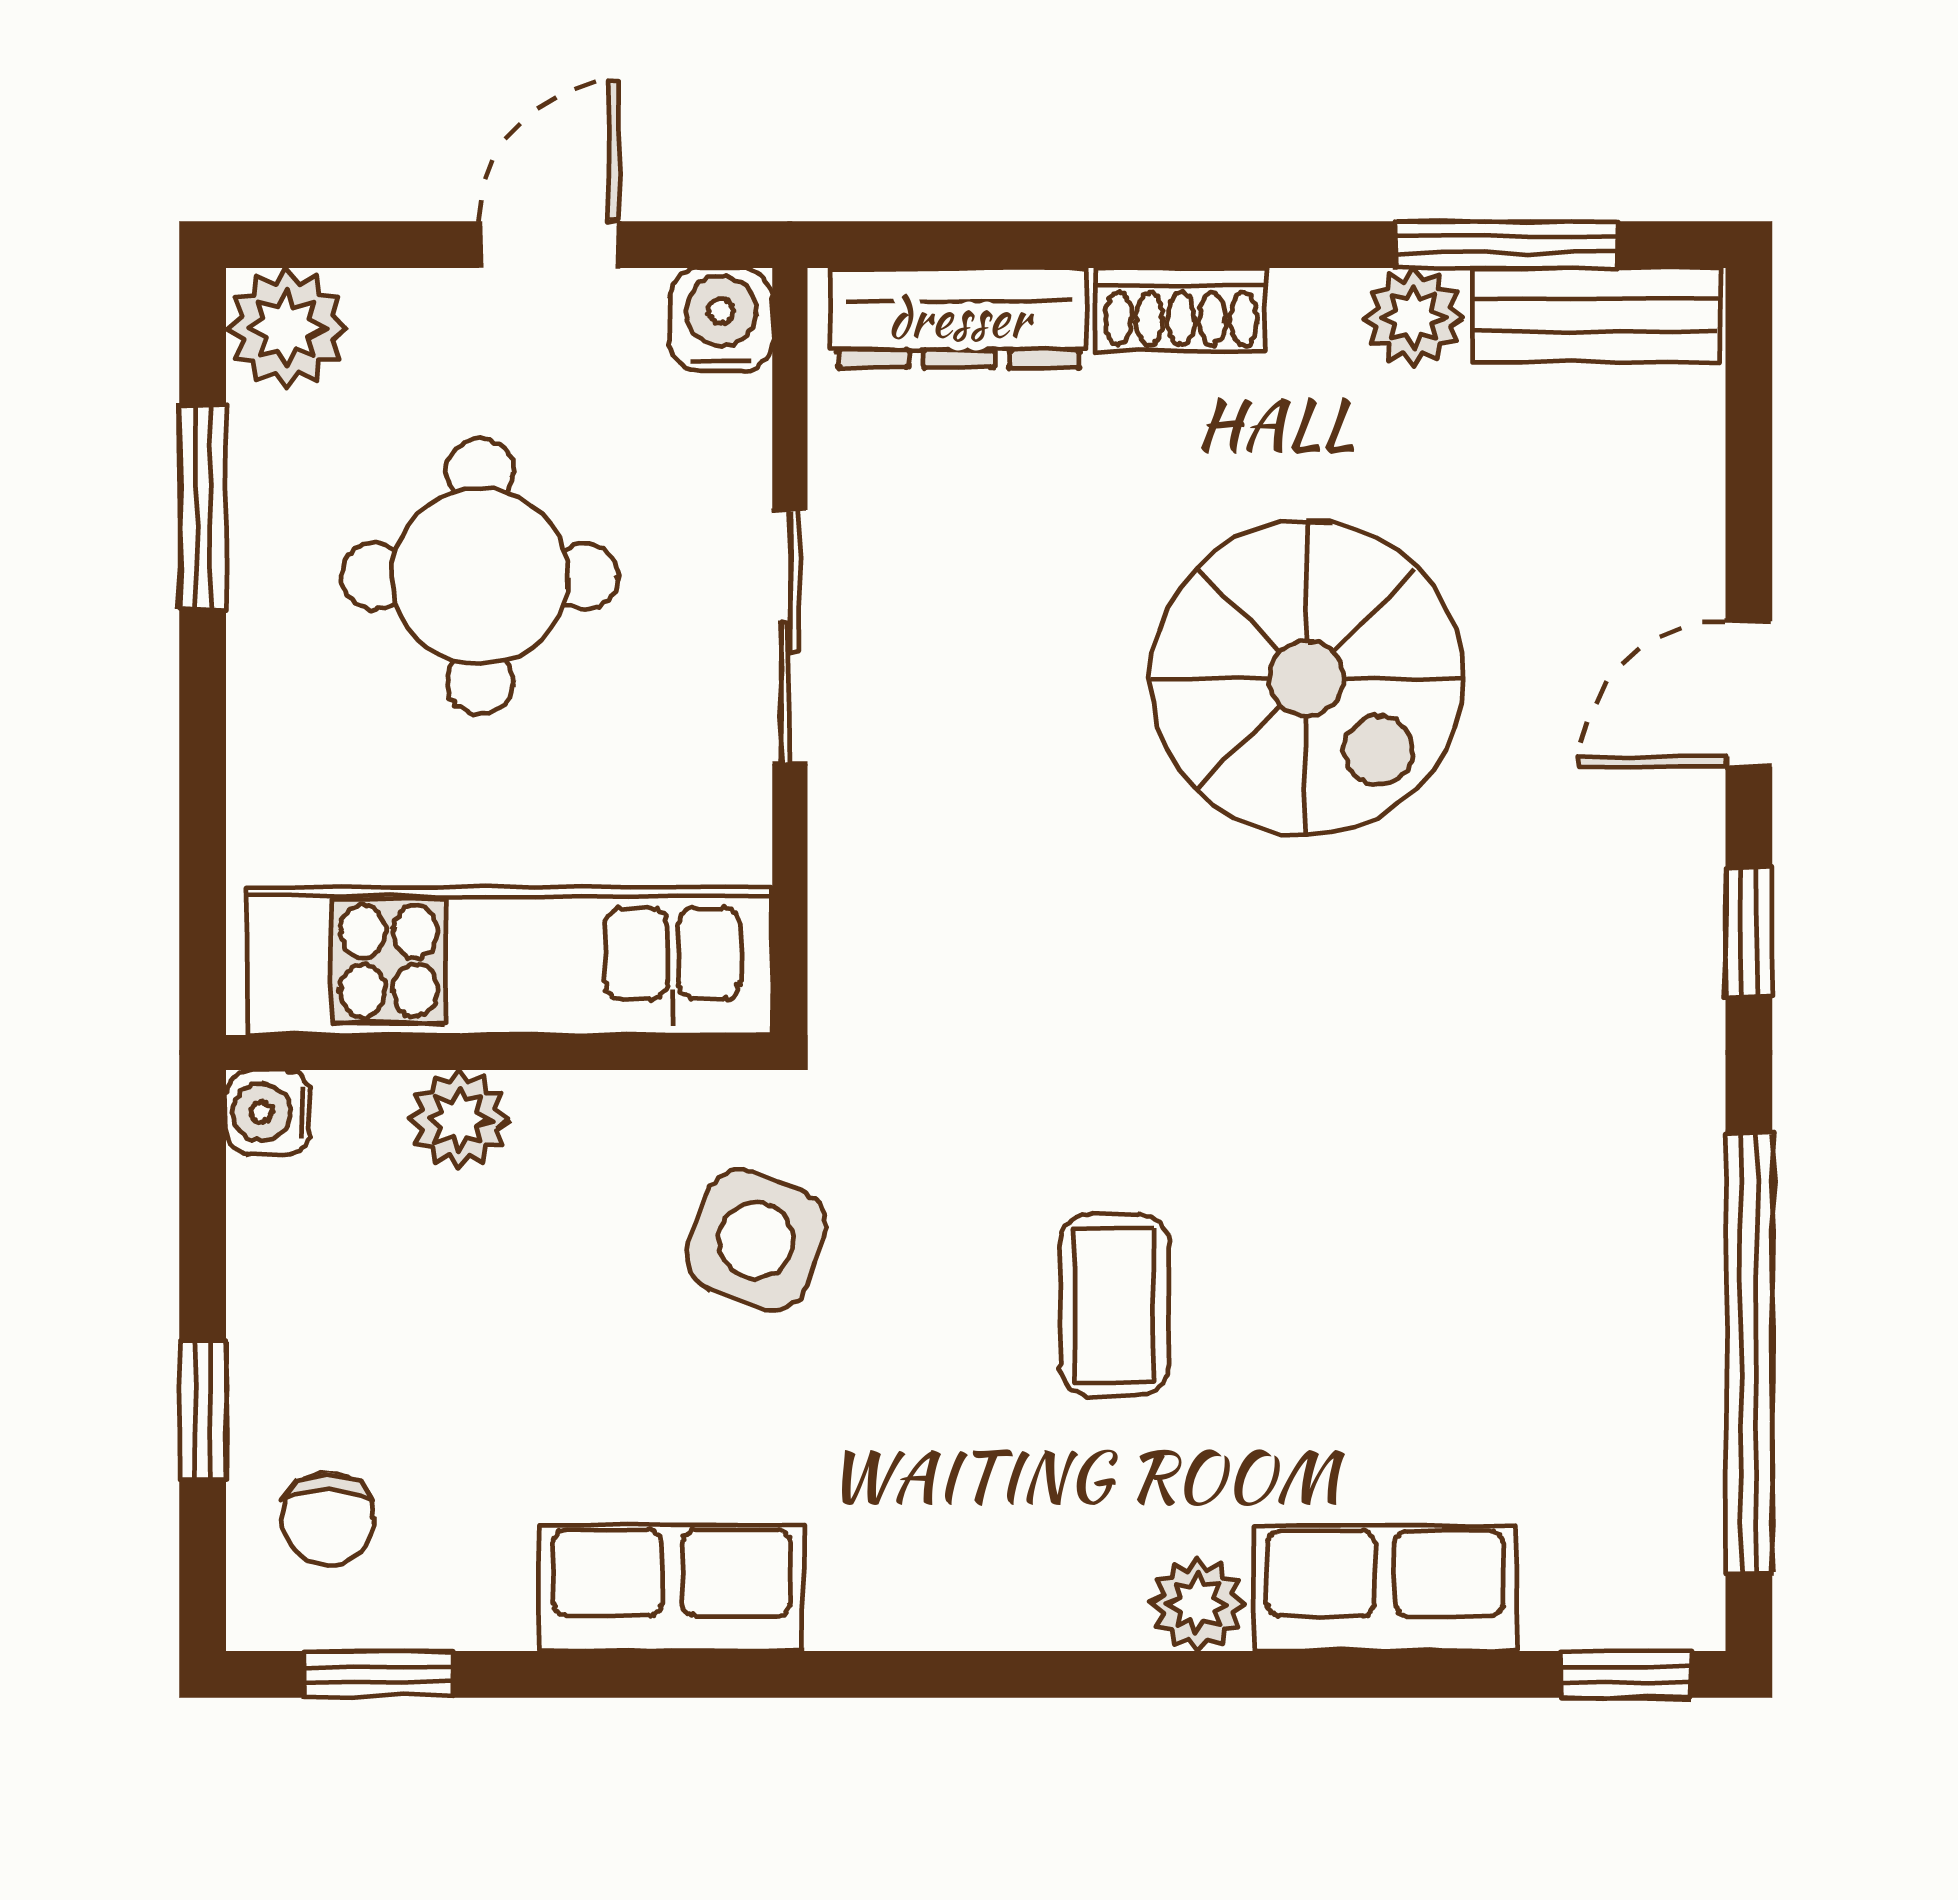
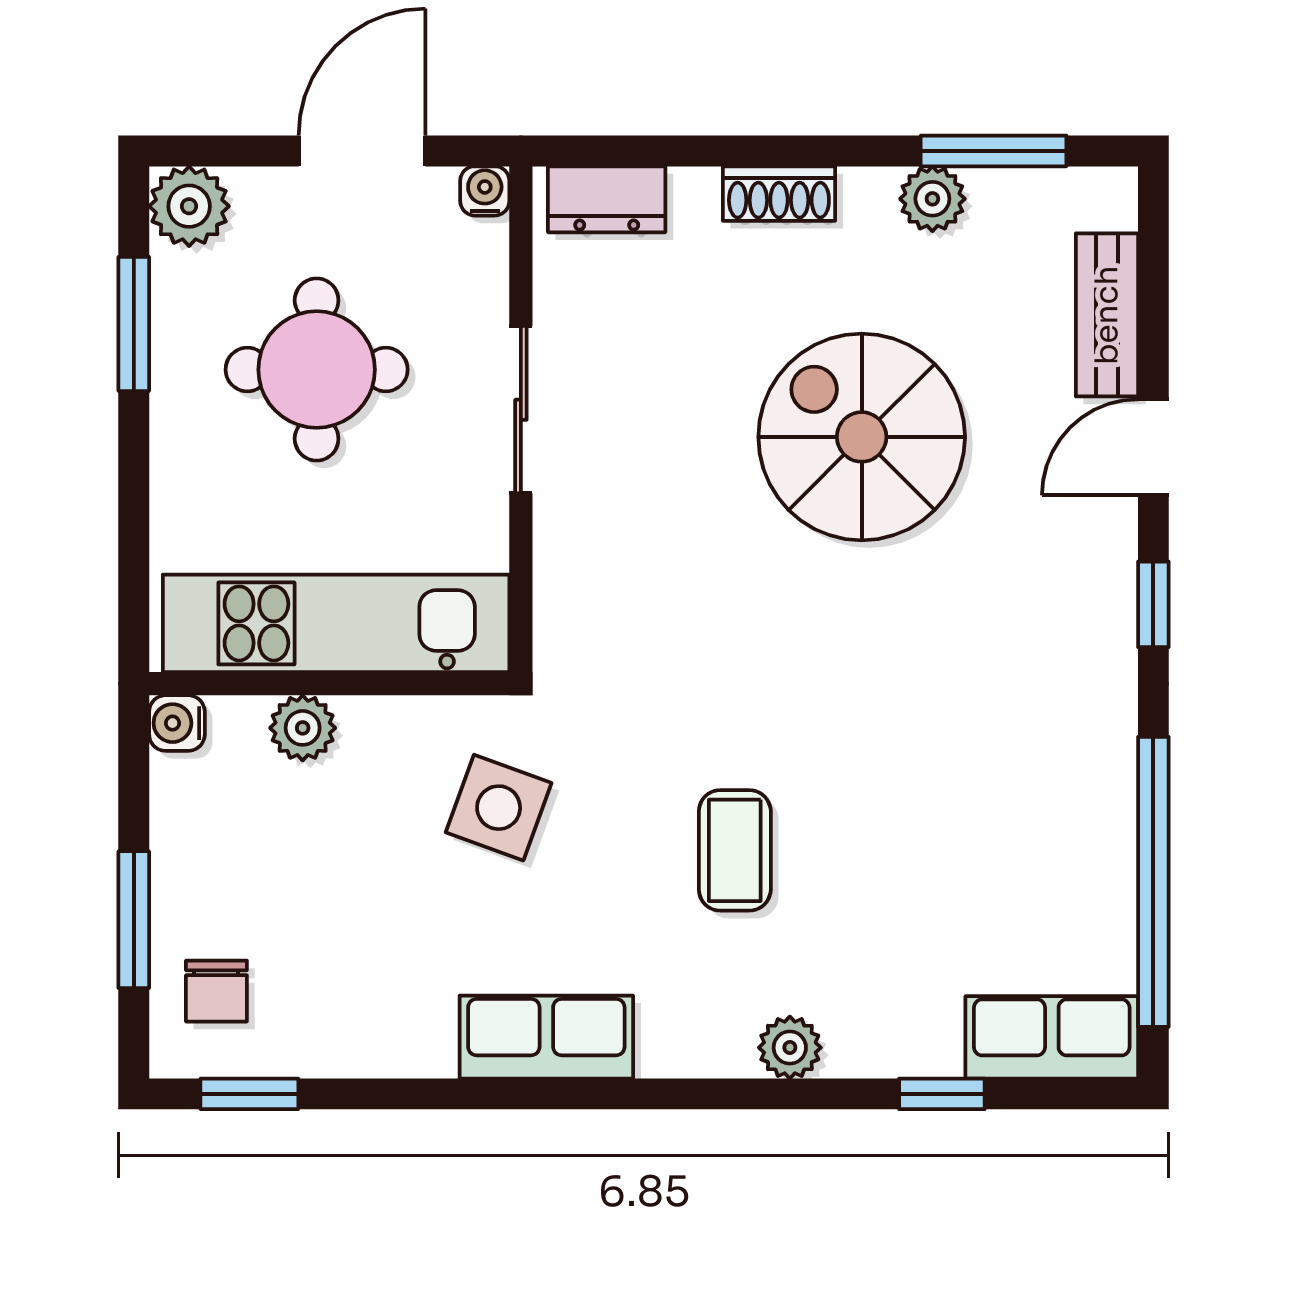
door: (549, 245) -> (362, 151), width x1.38
bench: (1596, 315) -> (1107, 315), moved, turned 90
dresser: (959, 318) -> (607, 199), width x0.70
water cooler: (721, 319) -> (485, 191), width x0.72, depth x0.72
spiral stairs: (1306, 678) -> (862, 437), turned 180
window: (203, 1410) -> (134, 920), width x1.50
row of seats: (672, 1588) -> (546, 1037), moved
row of seats: (1385, 1589) -> (1052, 1037), moved
window: (1626, 1674) -> (942, 1094), moved

